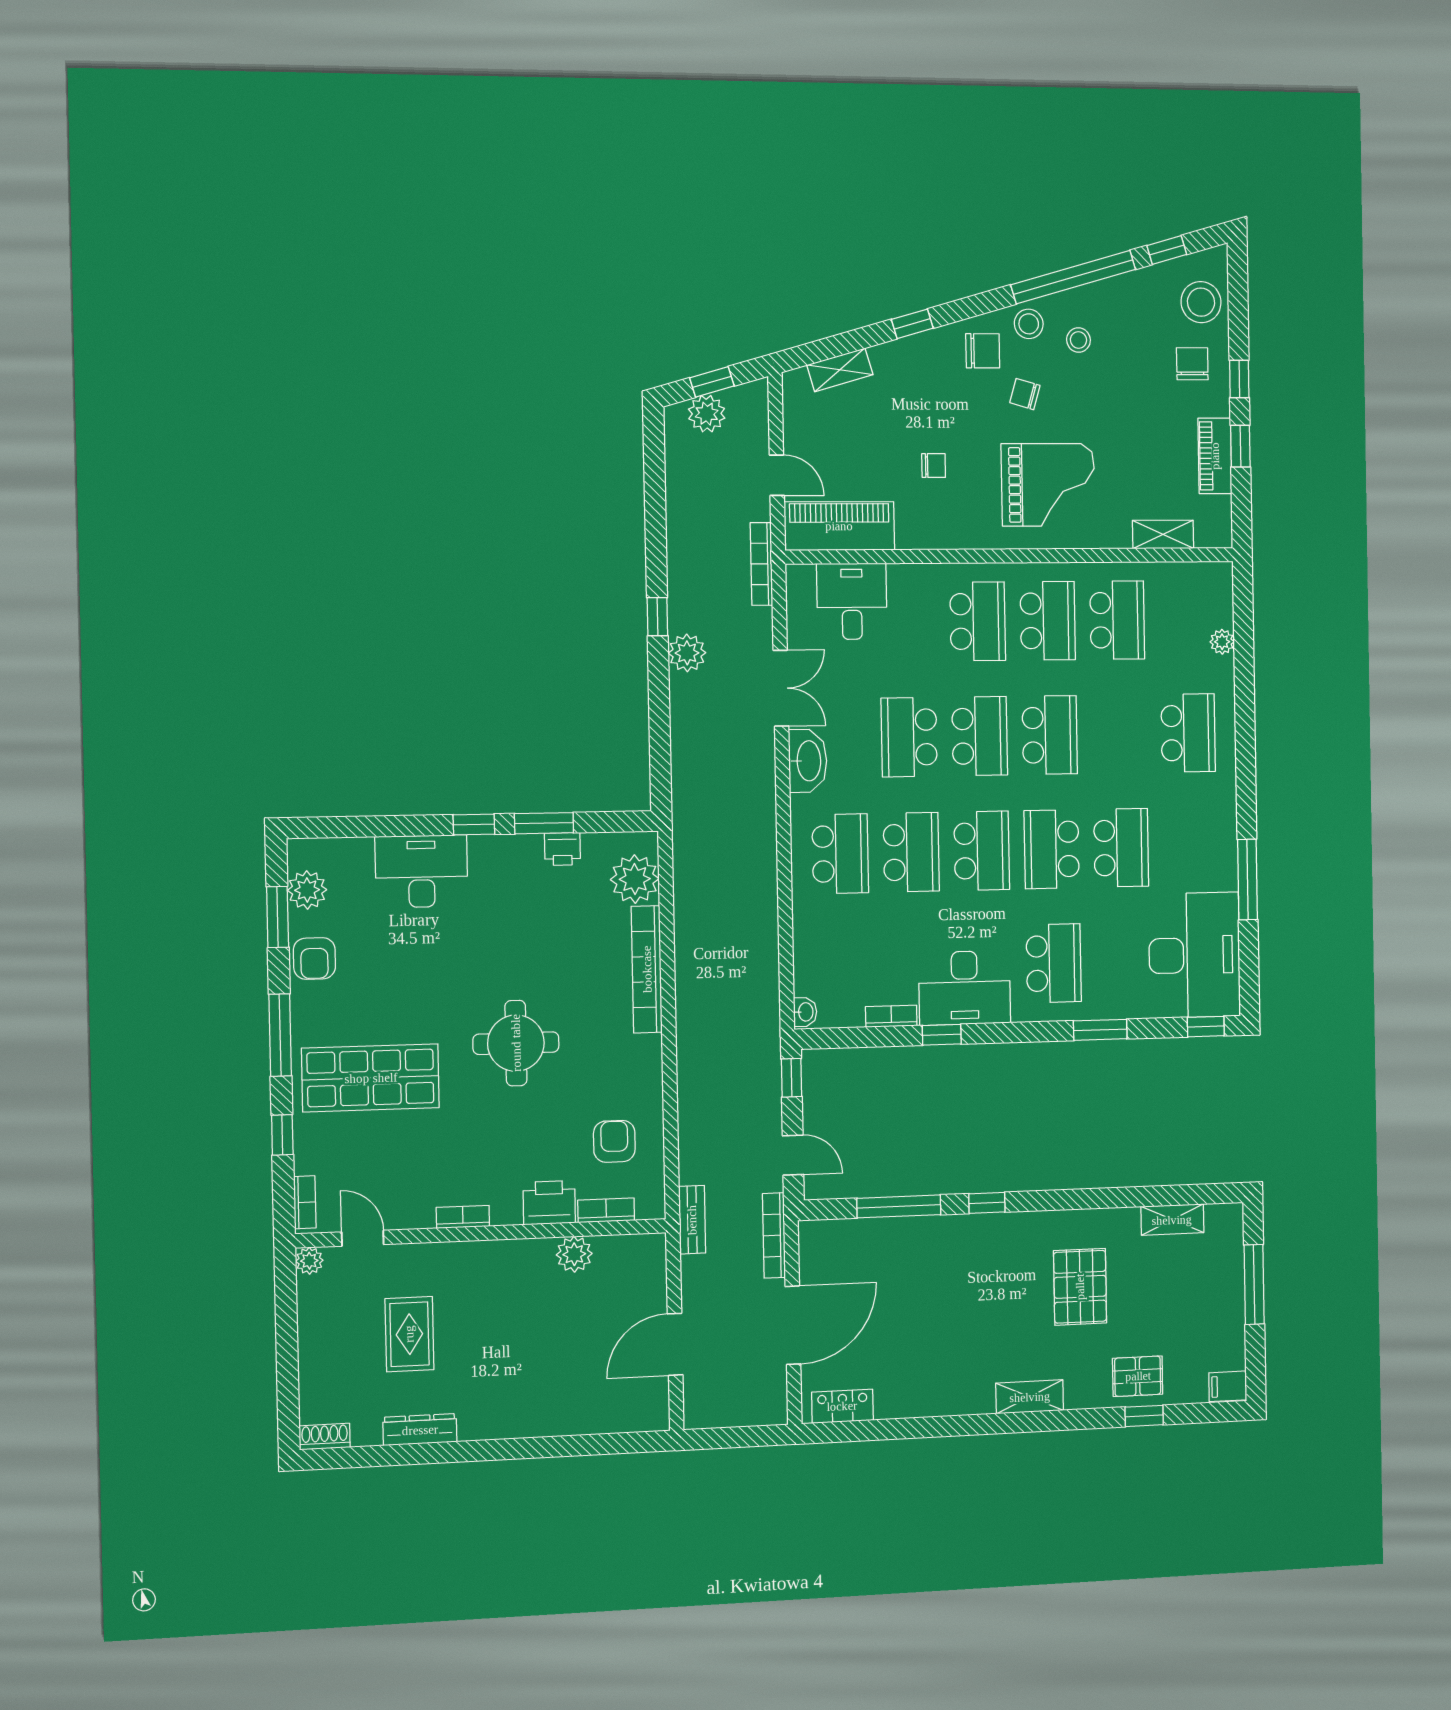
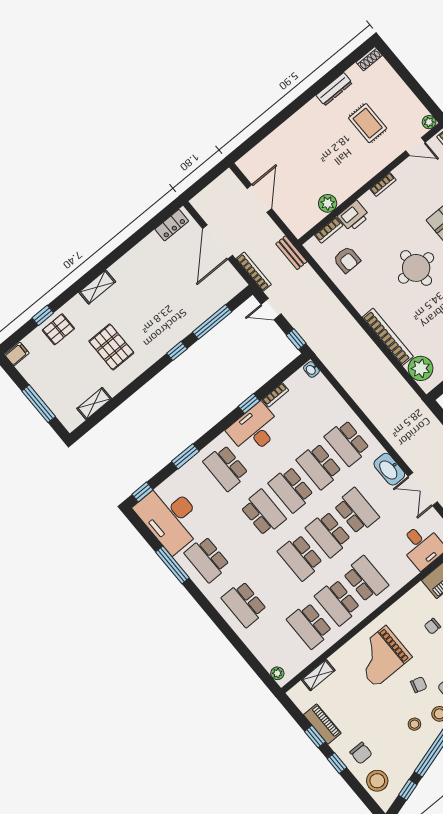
school desk: (978, 621) -> (366, 579), turned 180
plant: (1222, 642) -> (277, 673), moved
school desk: (1121, 848) -> (207, 559), moved

